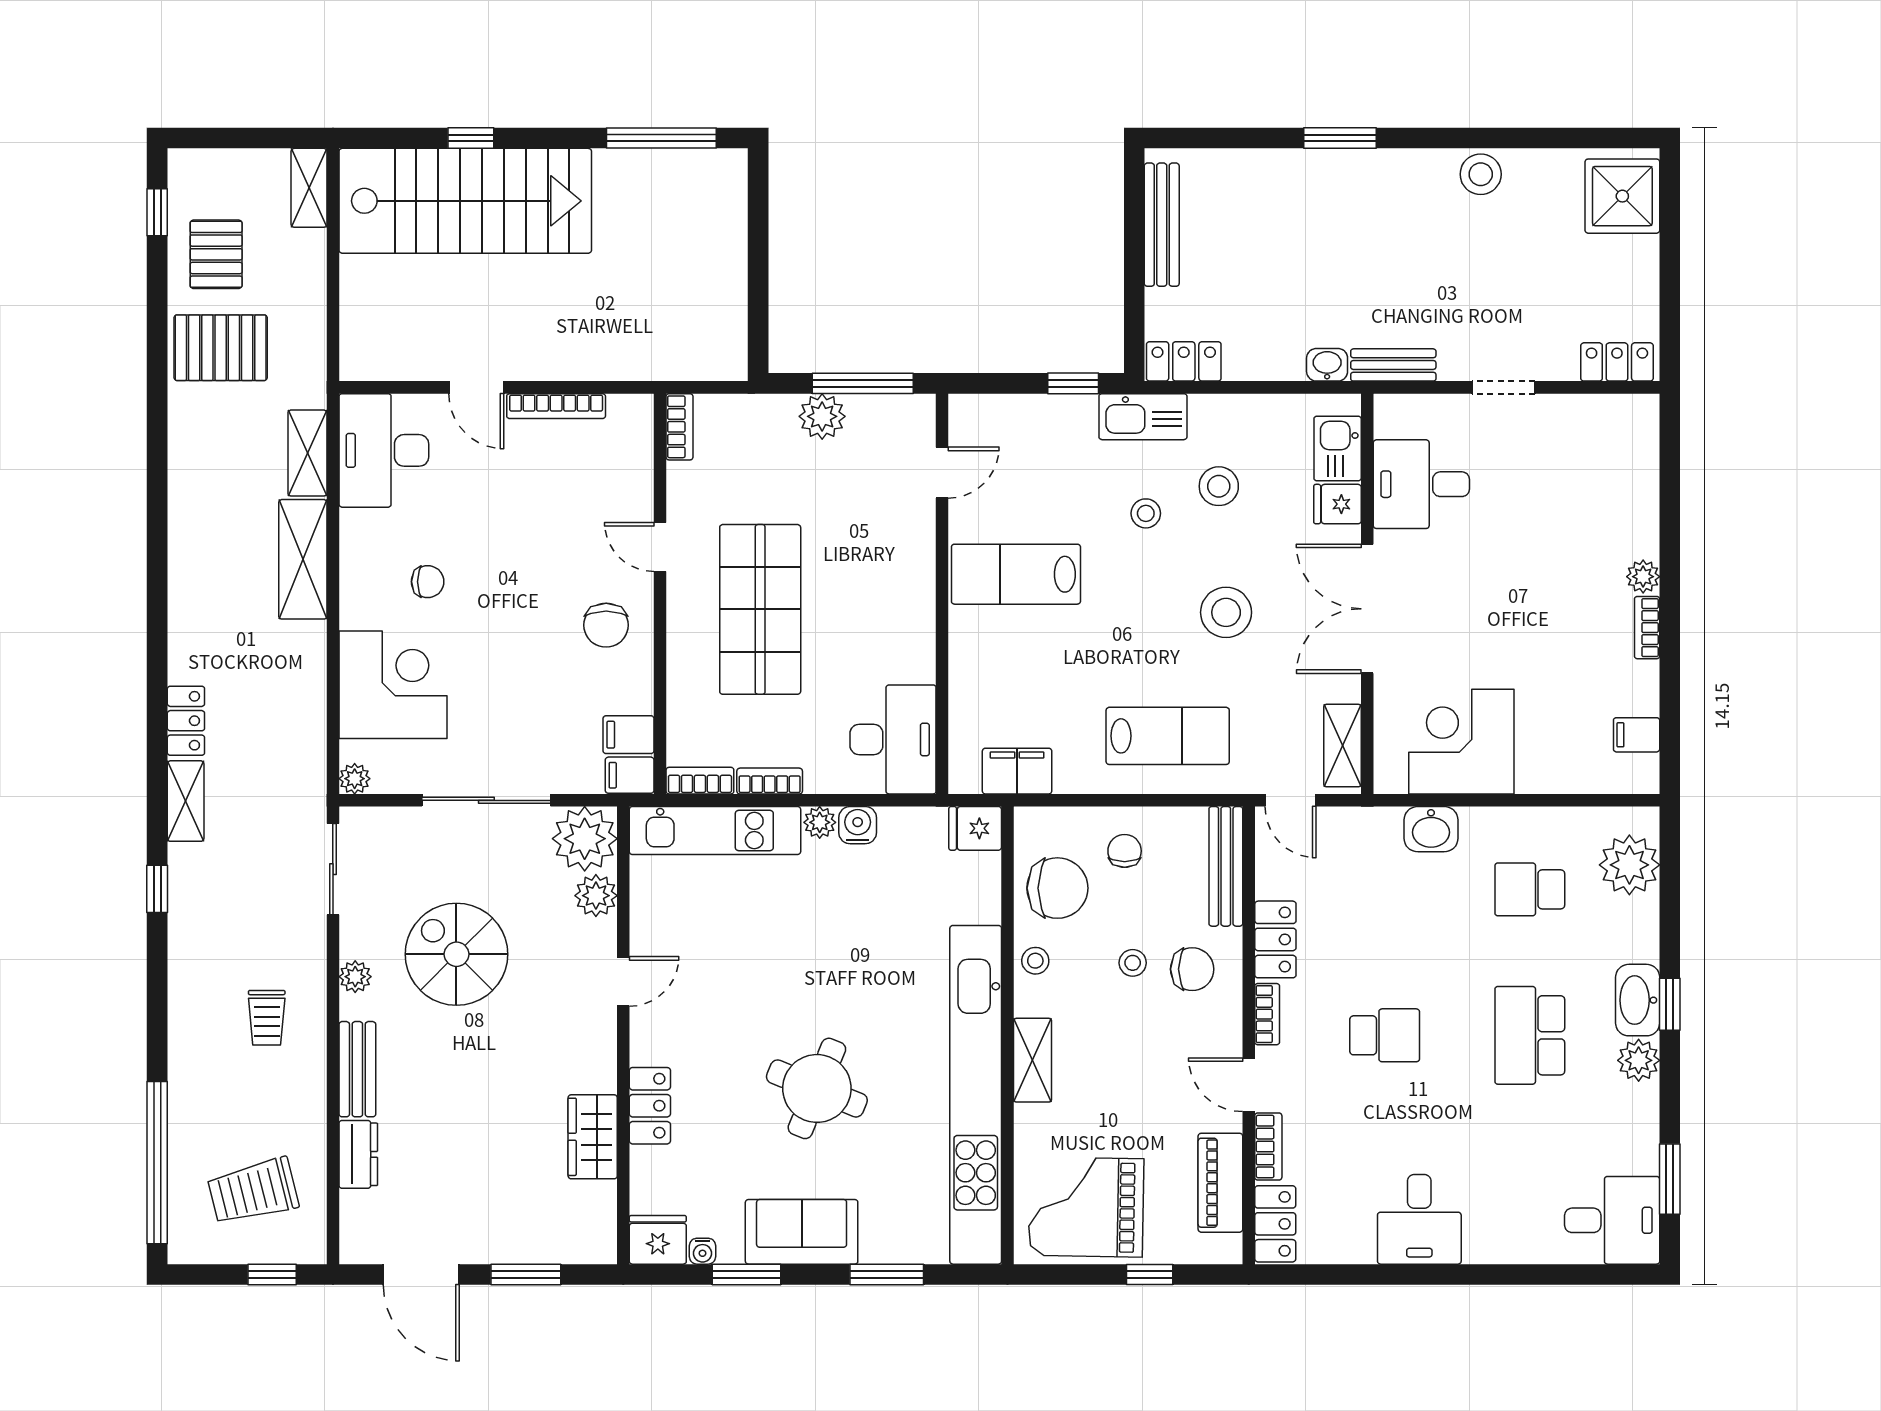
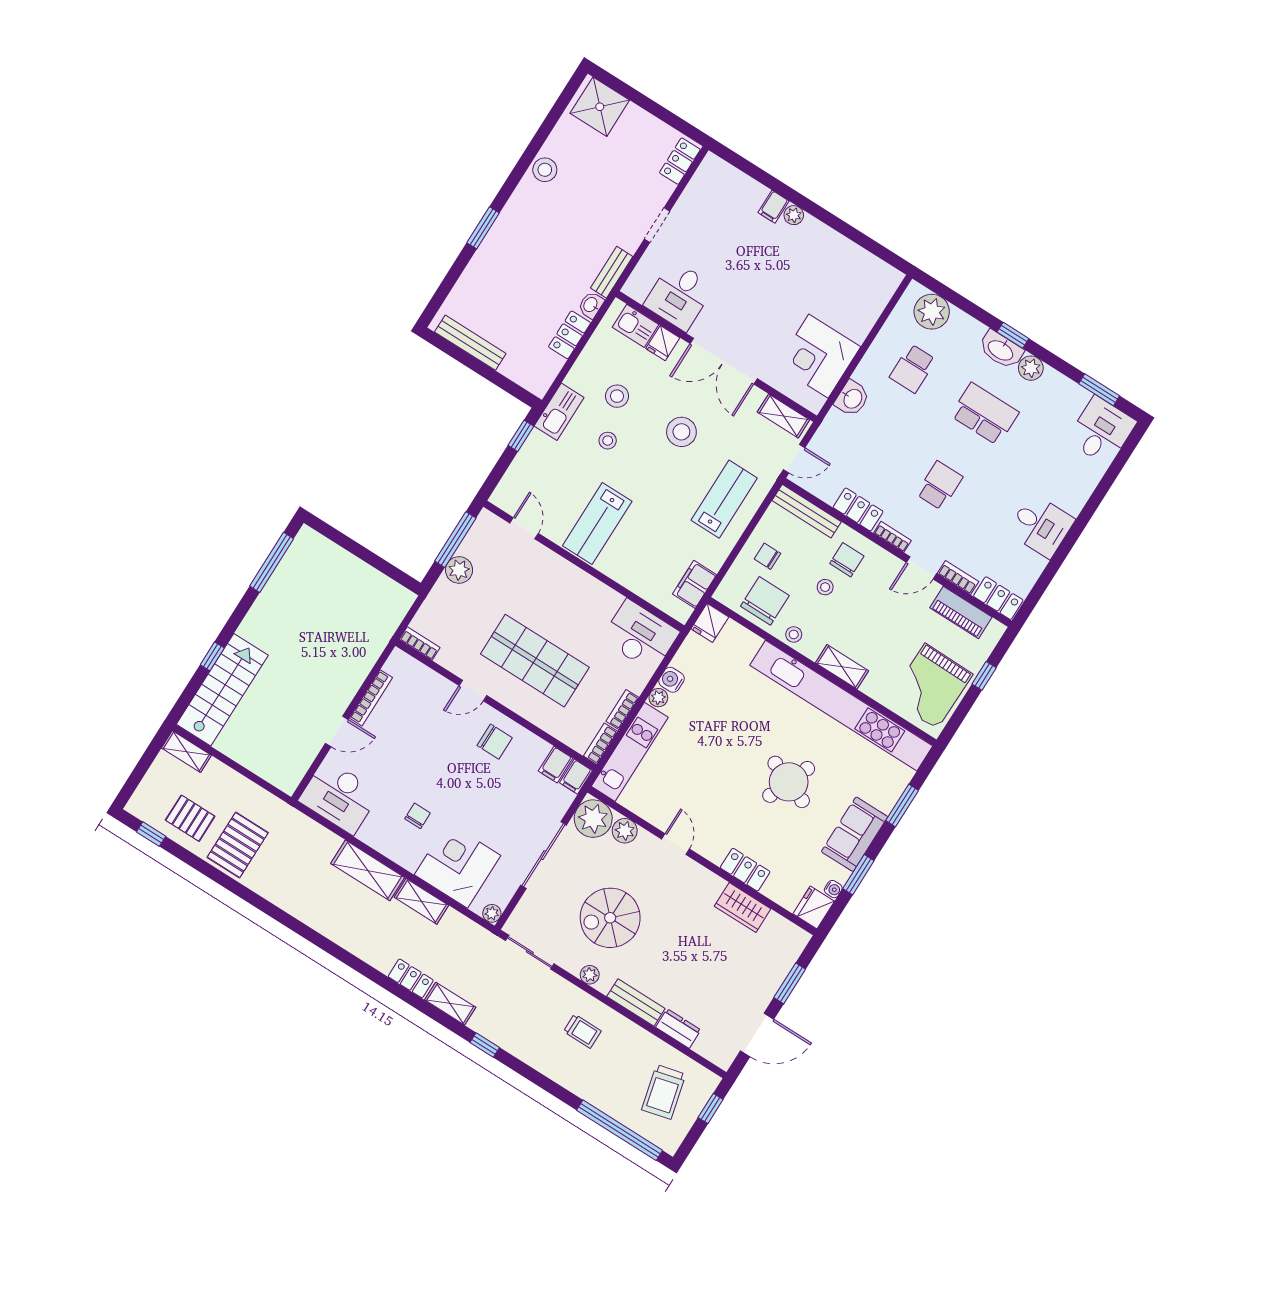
stairs: (465, 201) -> (222, 690), width x0.73, depth x0.66
locker: (1184, 361) -> (570, 335), moved
shelving: (307, 453) -> (421, 901), moved
bookcase: (1647, 628) -> (820, 229), removed
filing cabinet: (1637, 735) -> (773, 207), moved
school desk: (1530, 1035) -> (985, 414), turned 180

